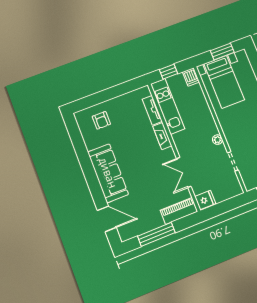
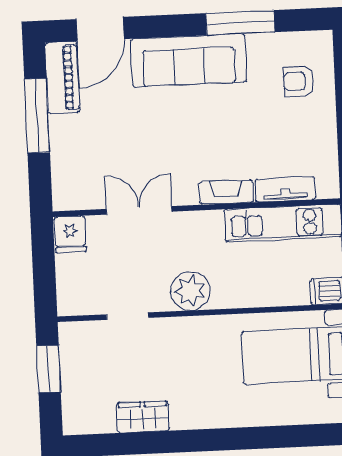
plant: (217, 140) -> (190, 291), width x1.88, depth x1.88
window: (83, 156) -> (240, 23), added
piano: (179, 211) -> (62, 78), moved

